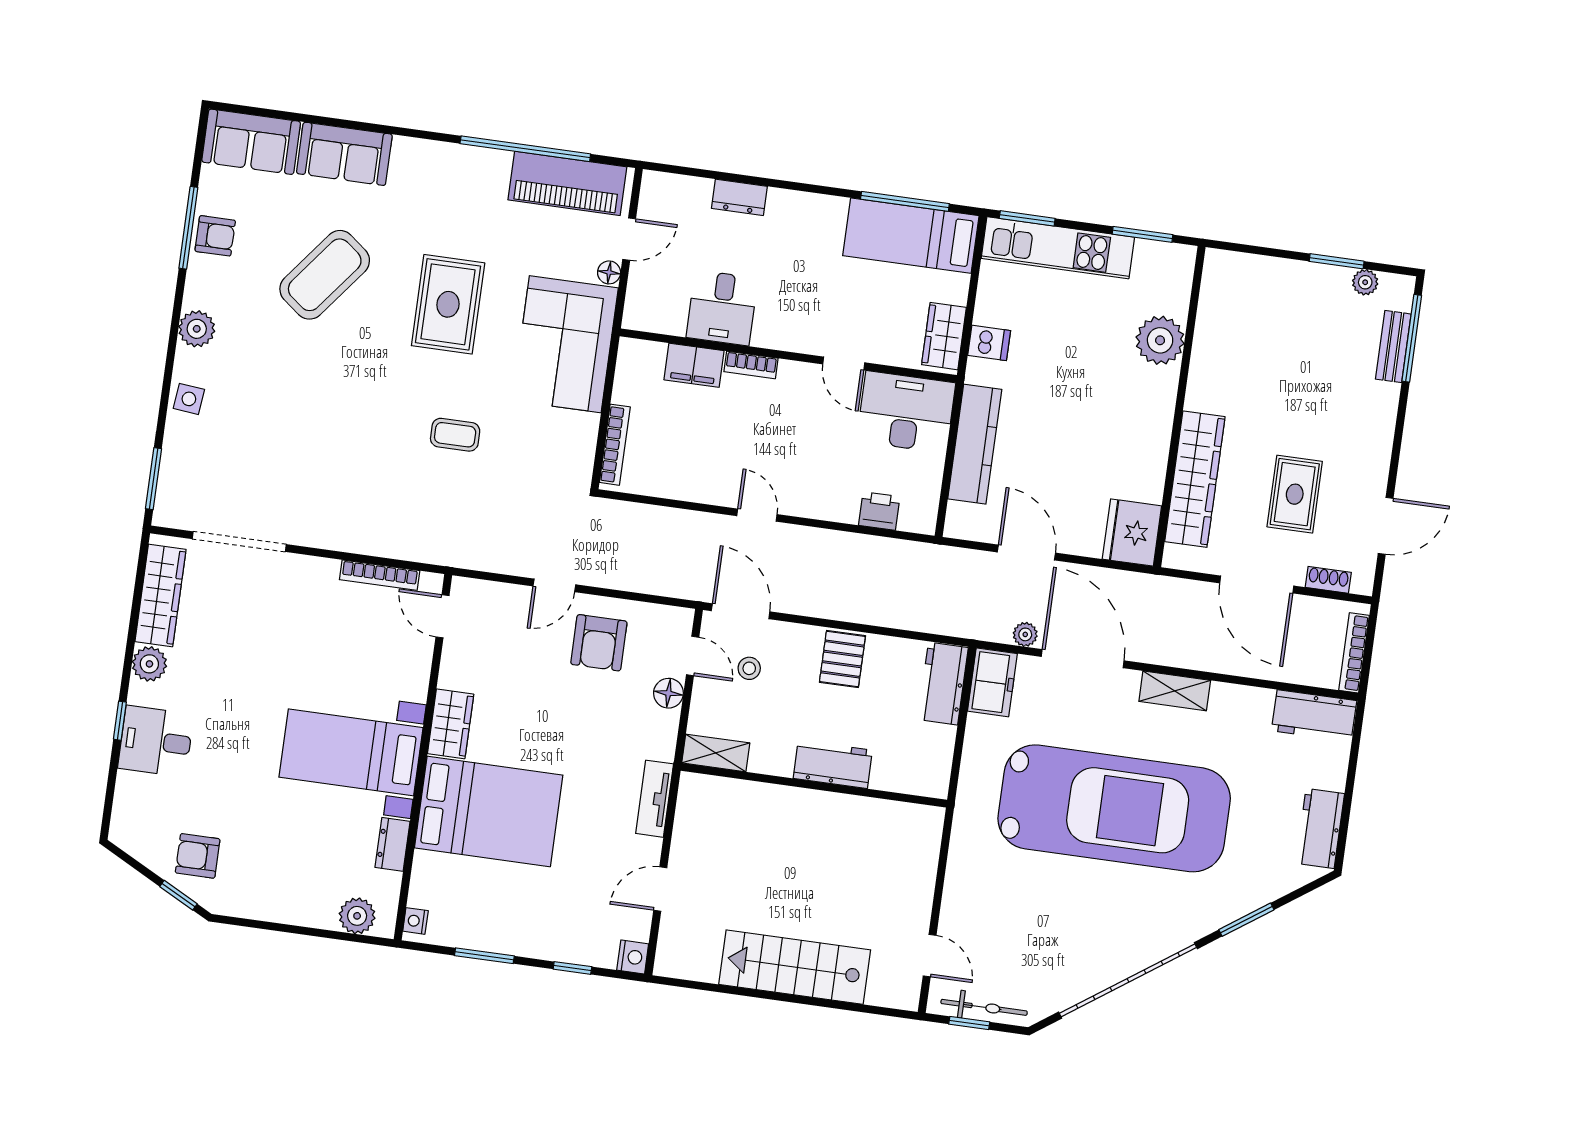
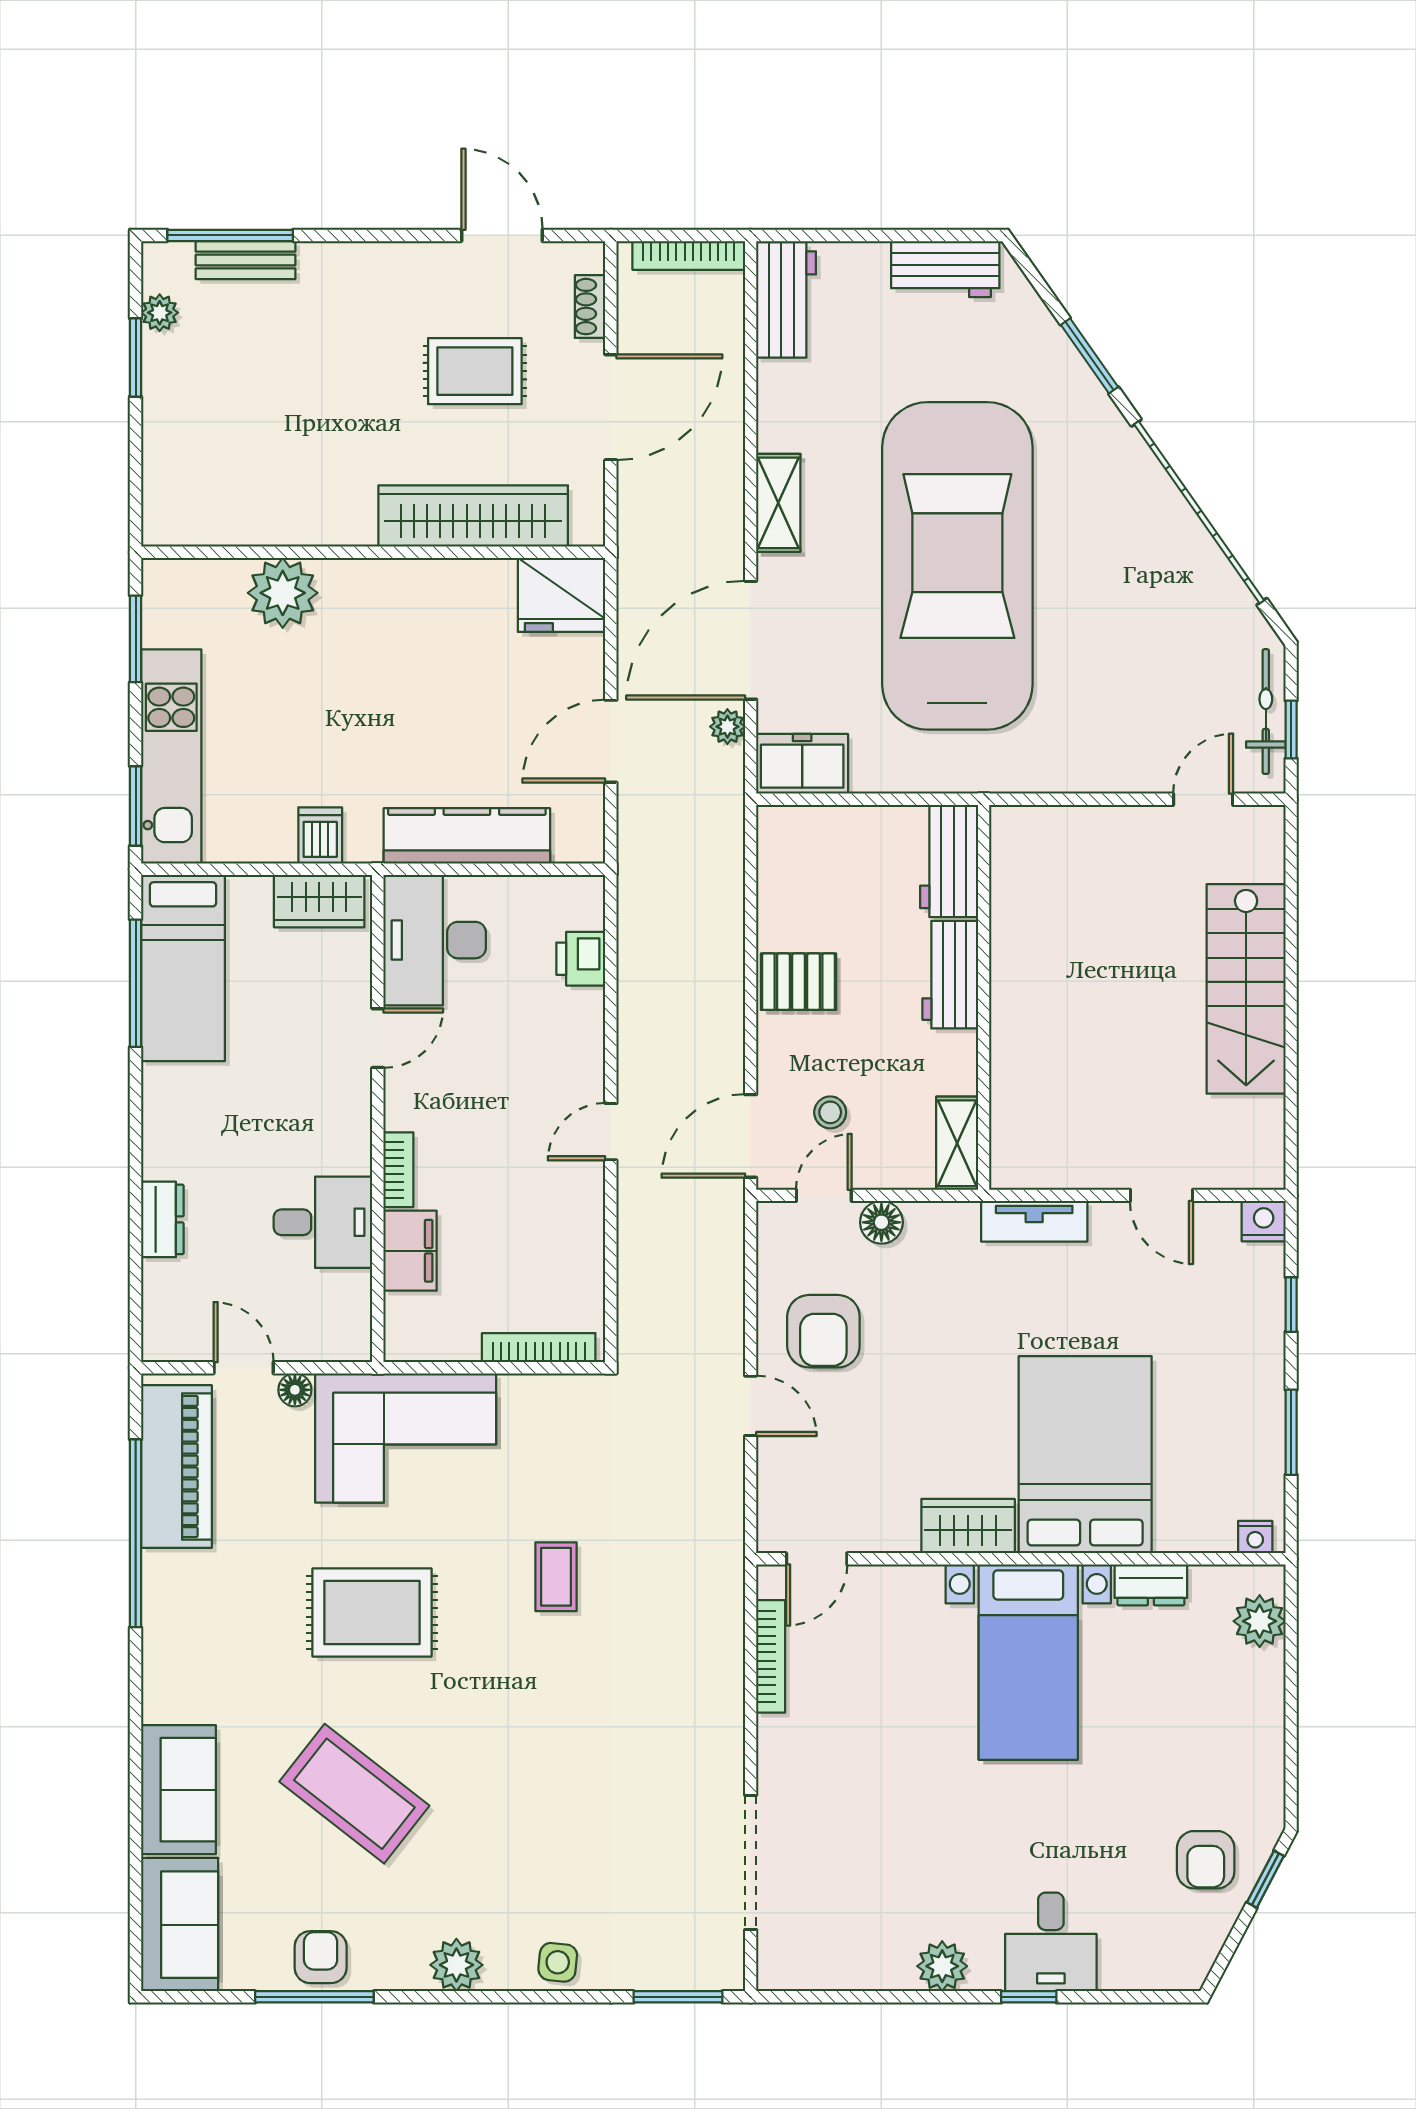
wardrobe: (160, 596) -> (843, 1964), removed
armchair: (599, 643) -> (823, 1331), turned 90
workbench: (943, 684) -> (949, 861), moved, turned 90

